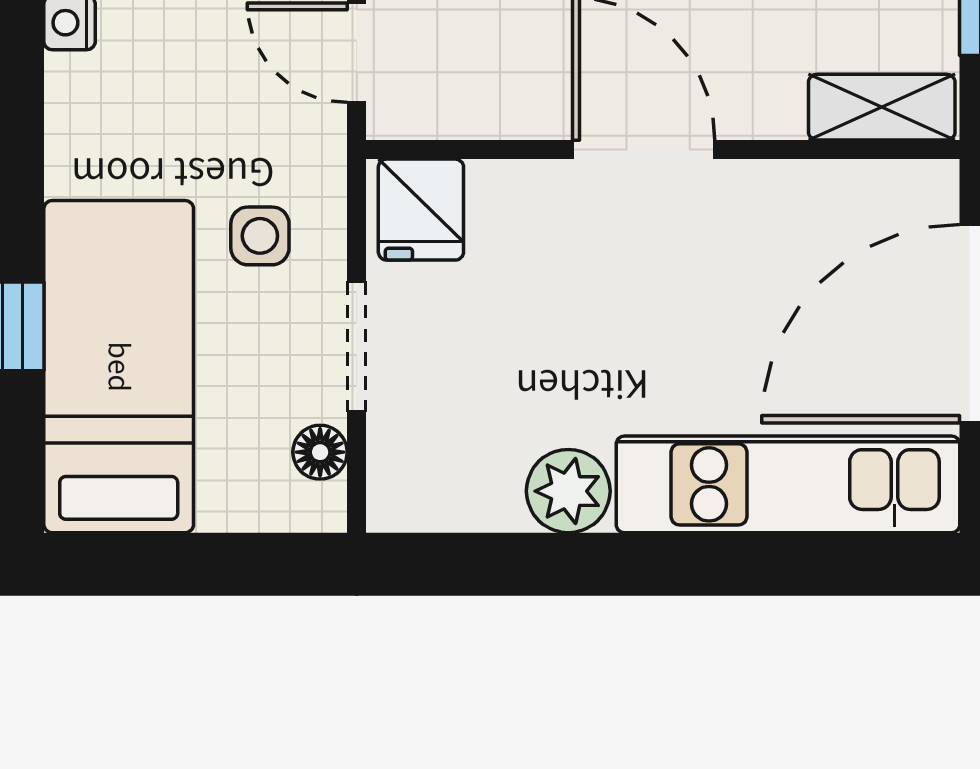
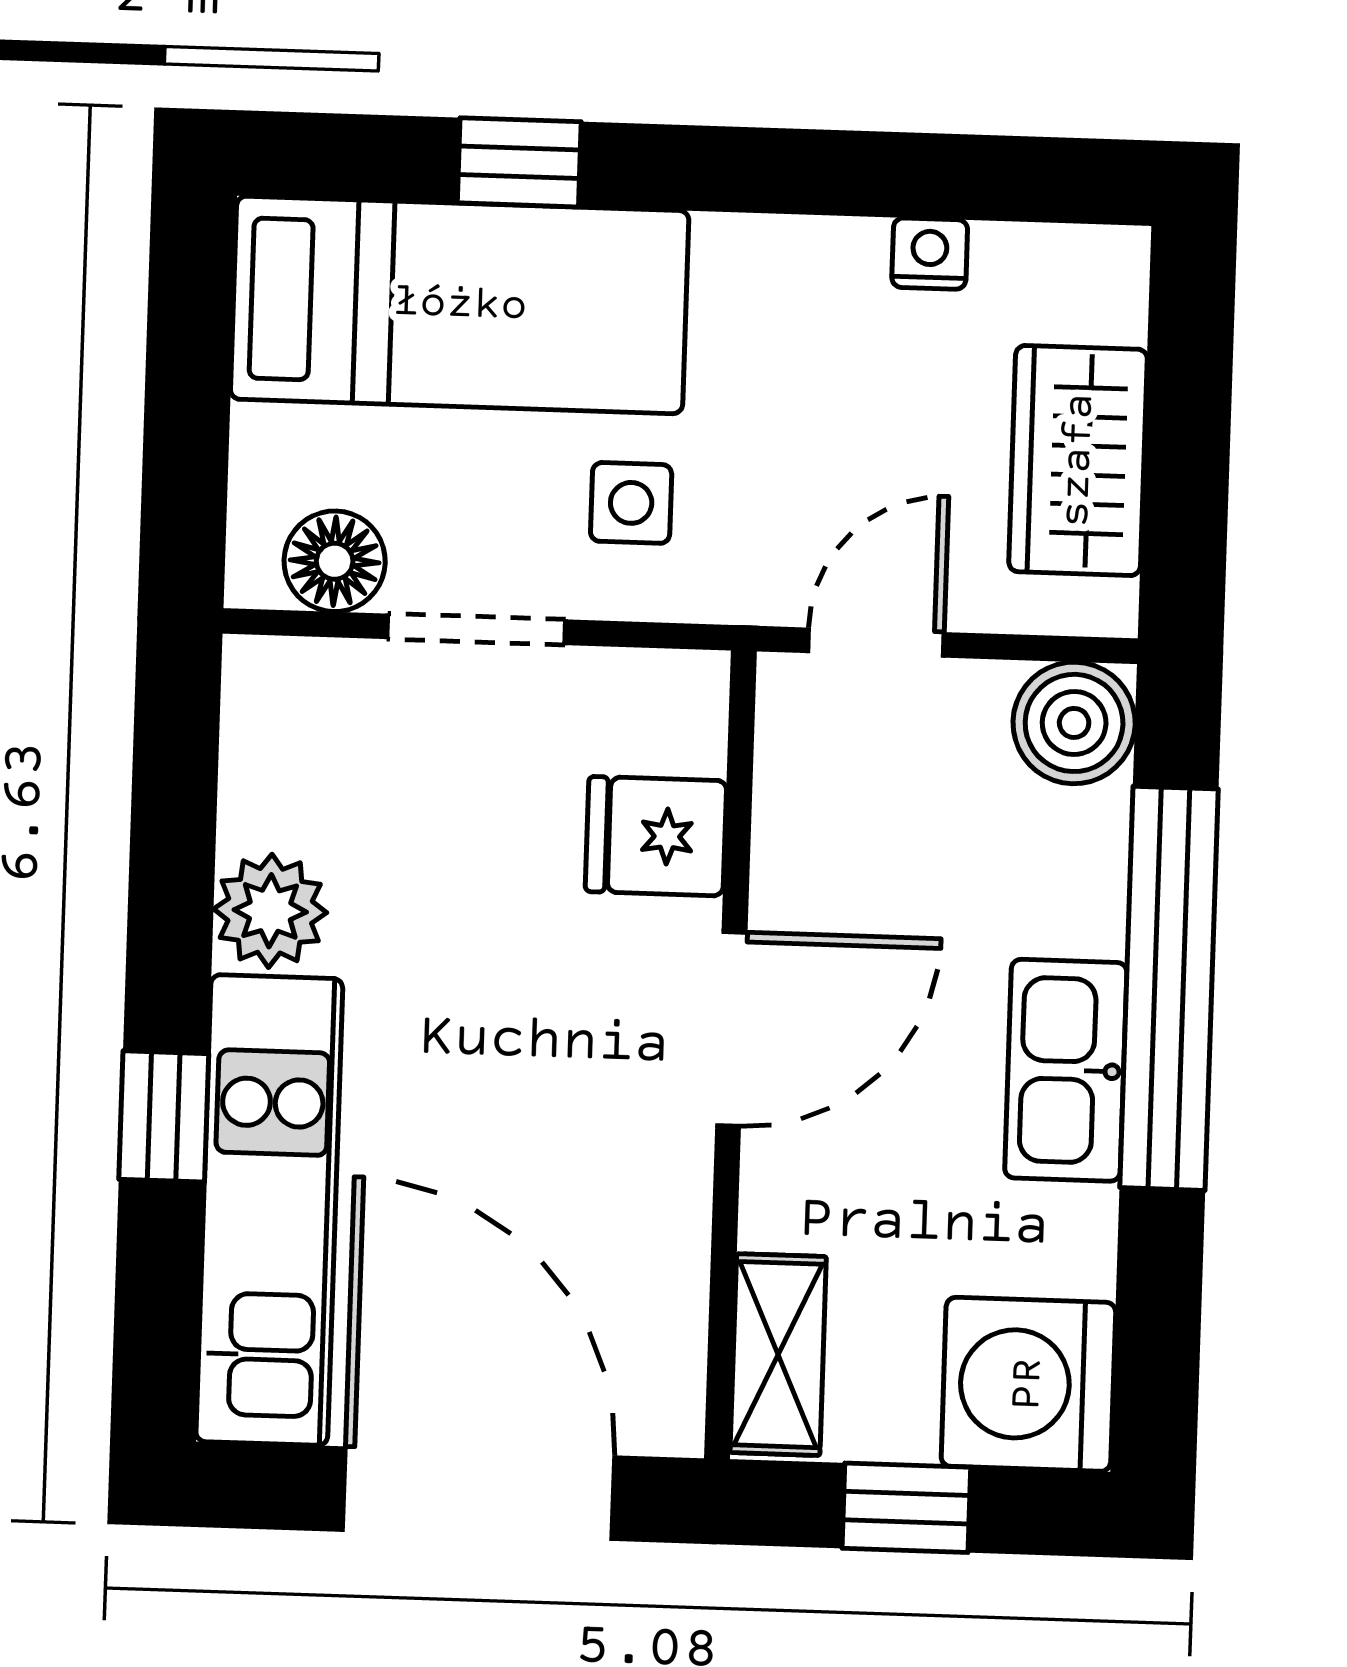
fridge: (421, 210) -> (656, 836), moved
floor lamp: (320, 452) -> (335, 561), width x1.37, depth x1.37
window: (722, 564) -> (164, 1116), added

